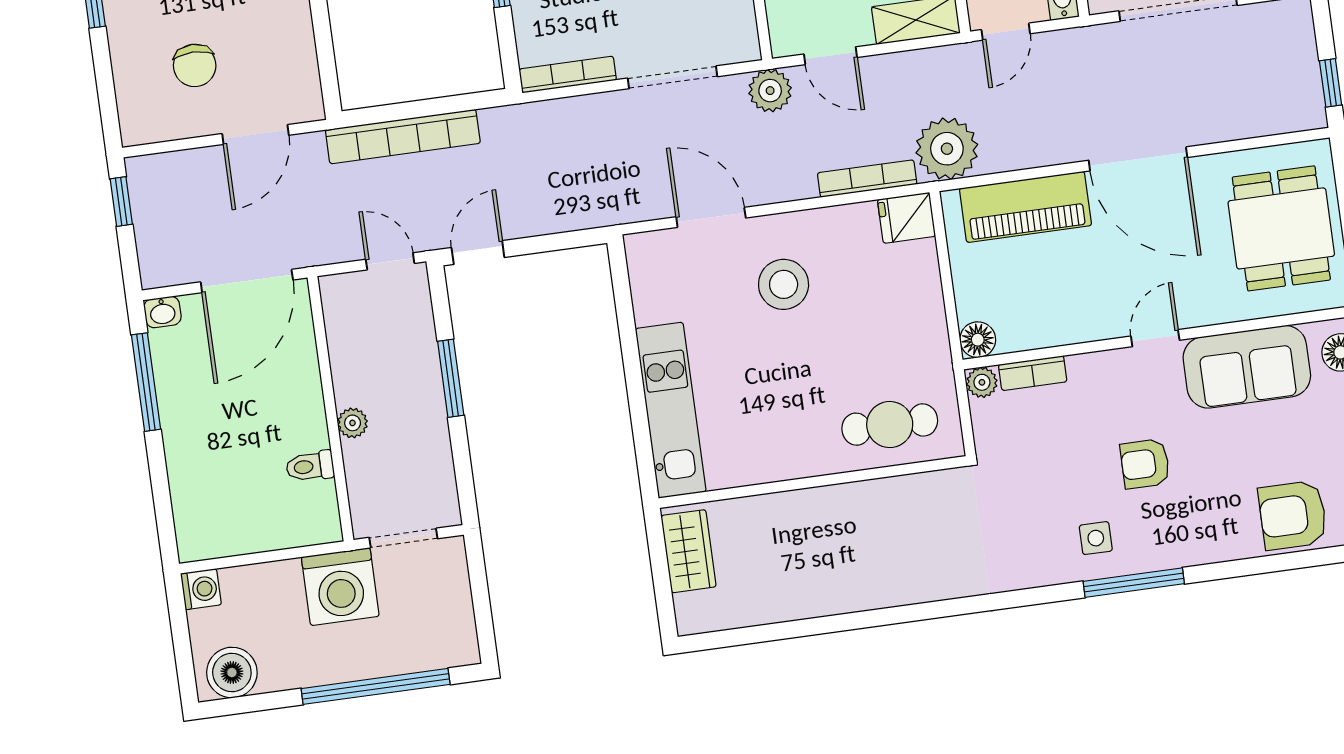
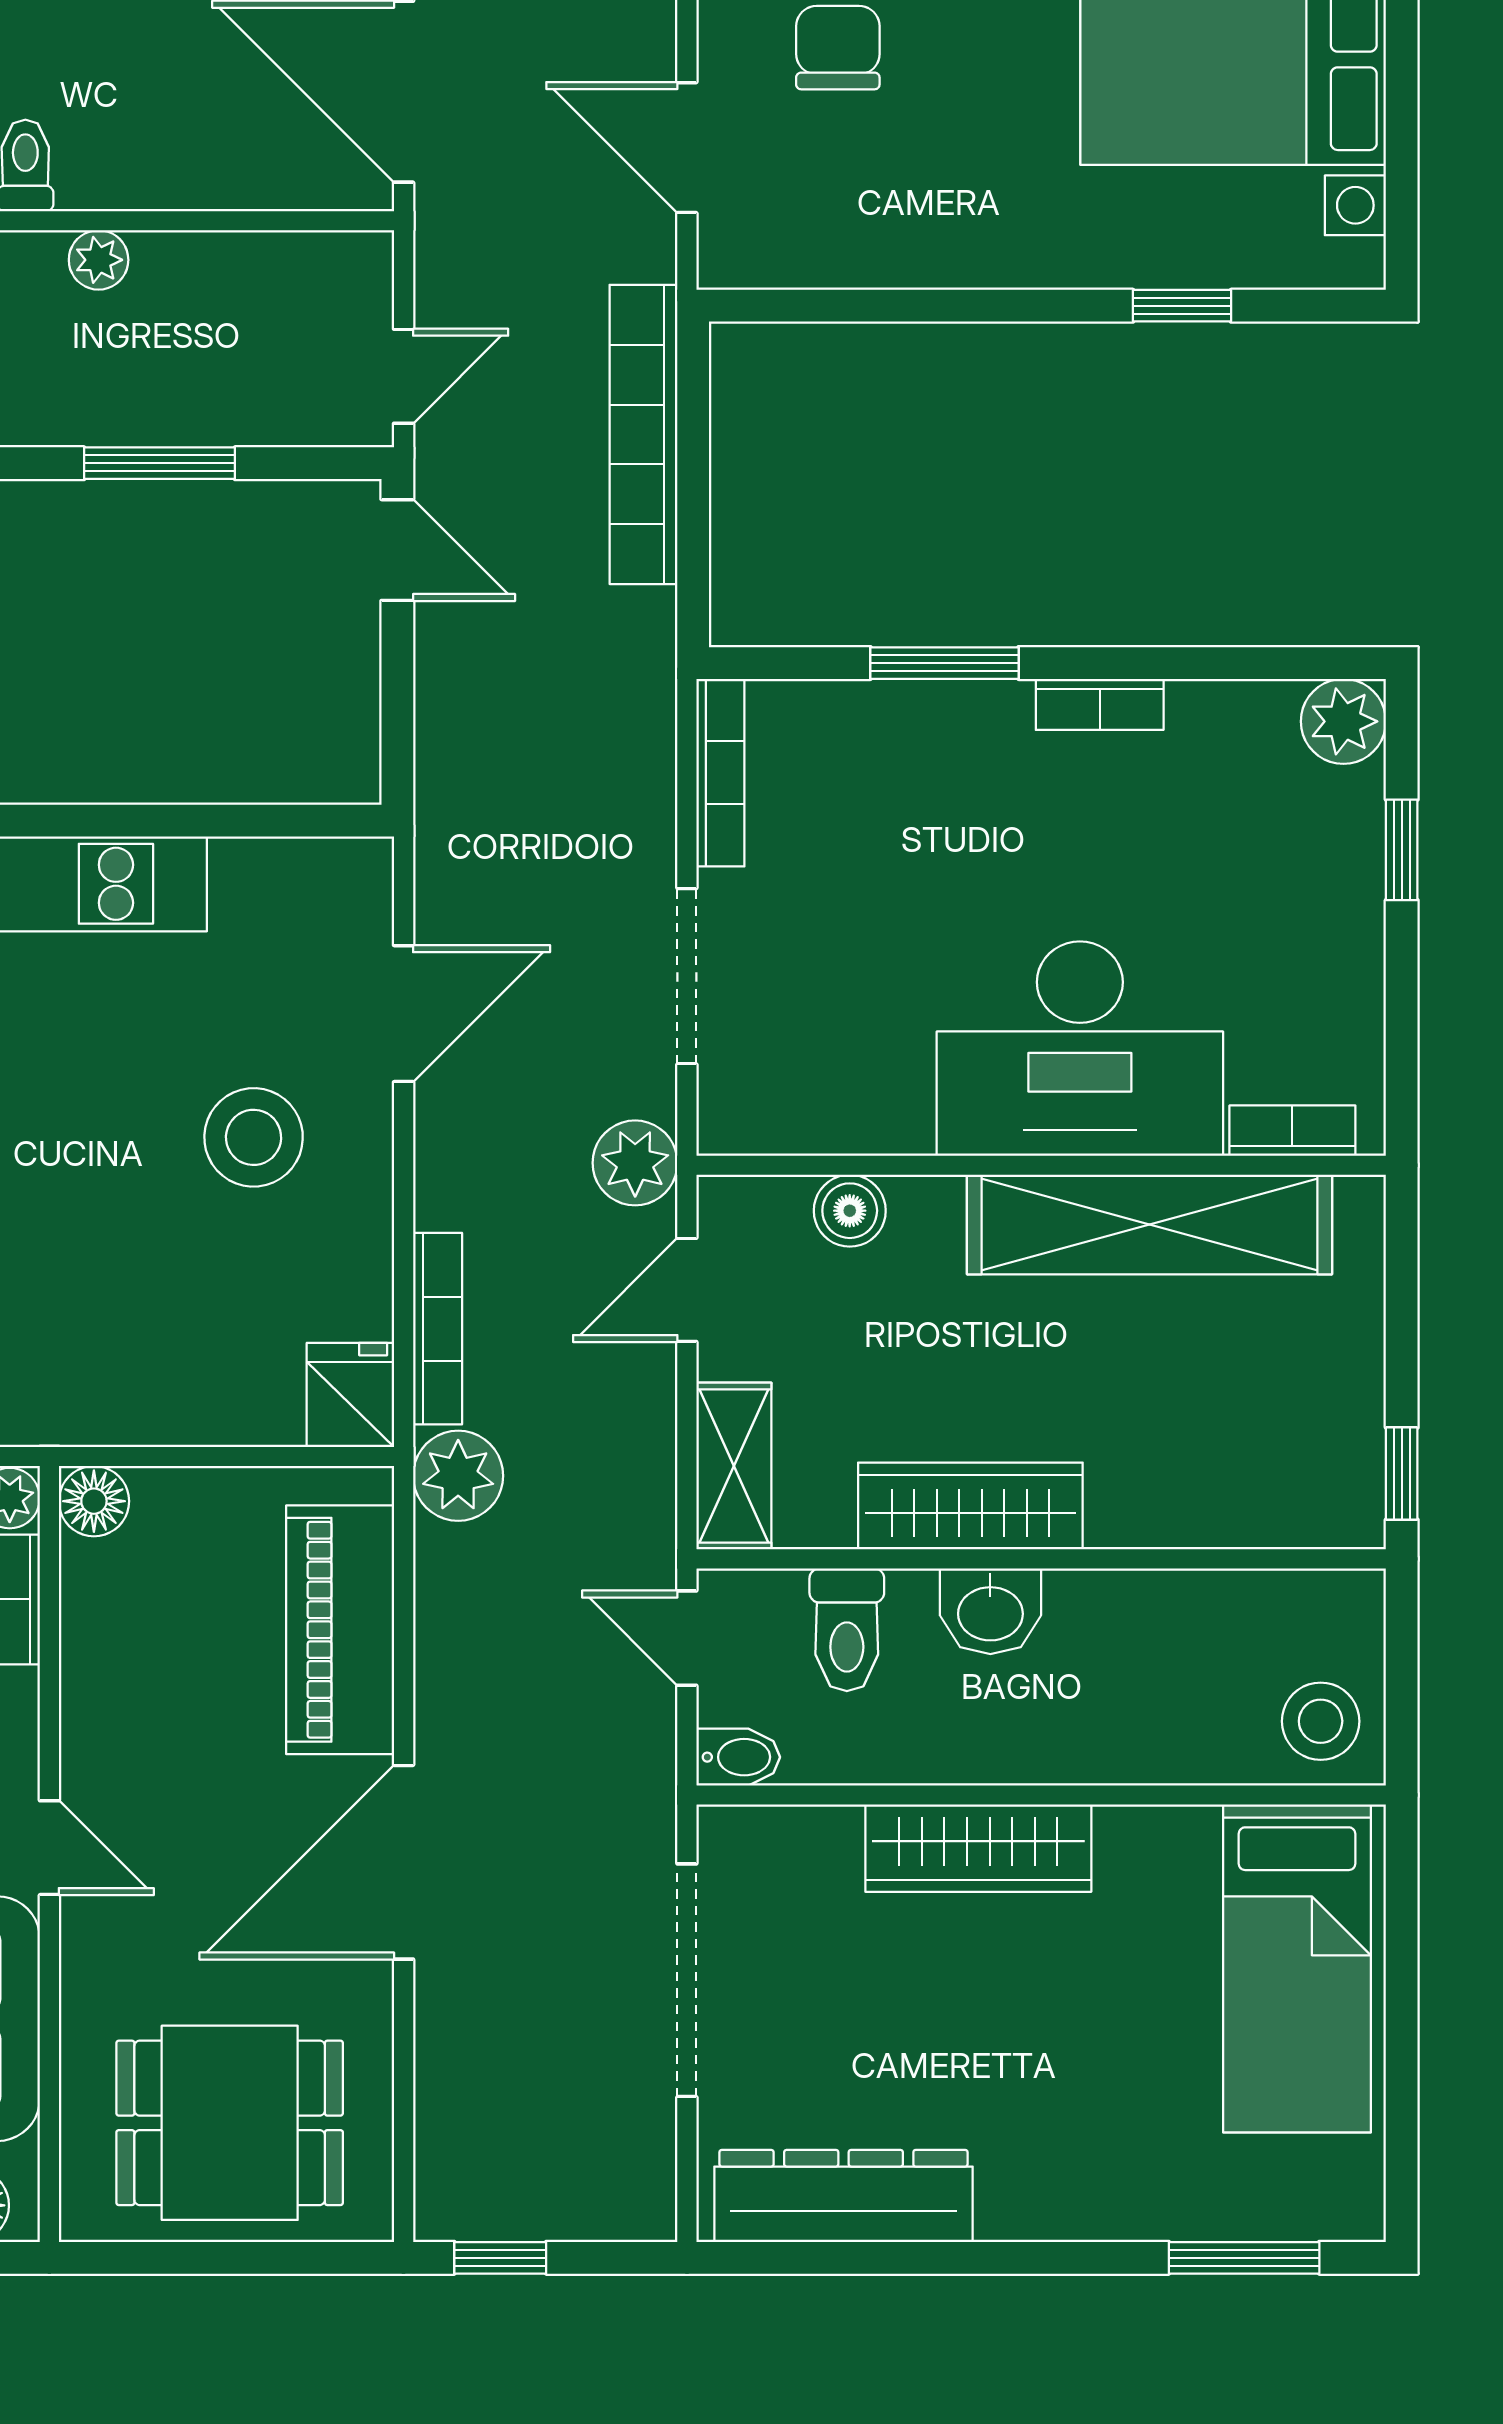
chair: (195, 65) -> (838, 48), turned 90
plant: (947, 149) -> (458, 1476), width x0.73, depth x0.73

